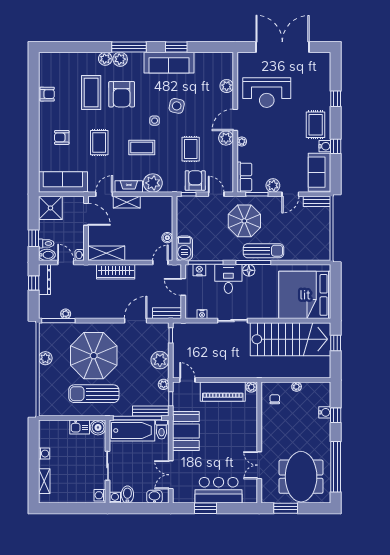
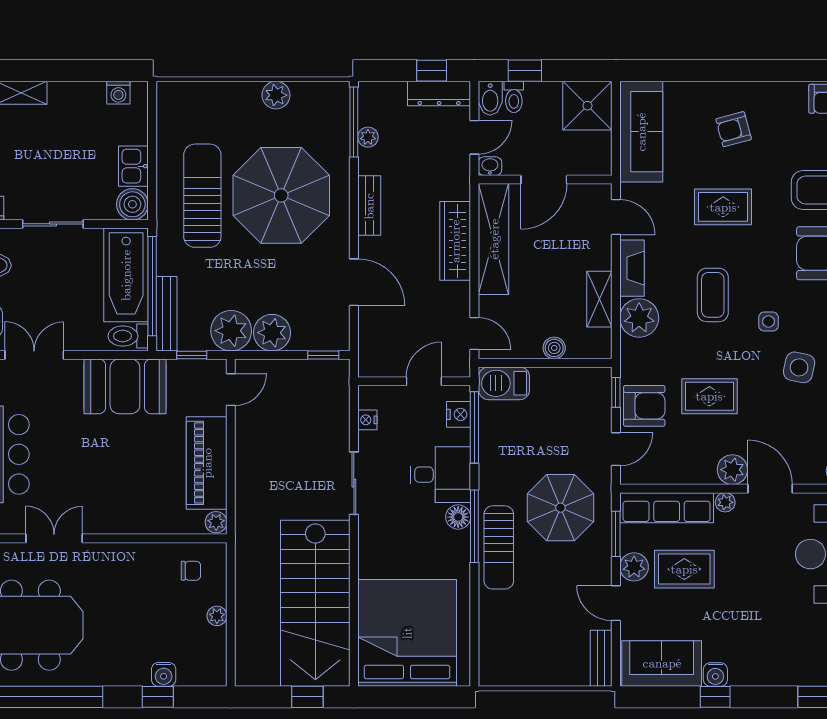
rug: (316, 125) -> (684, 569), moved
armchair: (62, 137) -> (734, 129), turned -105
row of seats: (244, 177) -> (667, 508), width x1.48
shelving: (127, 202) -> (599, 299), moved
door: (86, 214) -> (544, 179), moved
boiler: (167, 238) -> (554, 348), moved
shelving: (106, 253) -> (494, 239), width x1.47
bench: (167, 313) -> (369, 206), moved
plant: (164, 384) -> (231, 331), width x1.88, depth x1.88
washing machine: (44, 454) -> (118, 93), moved

